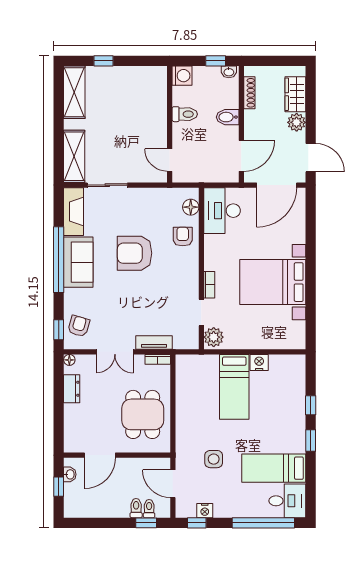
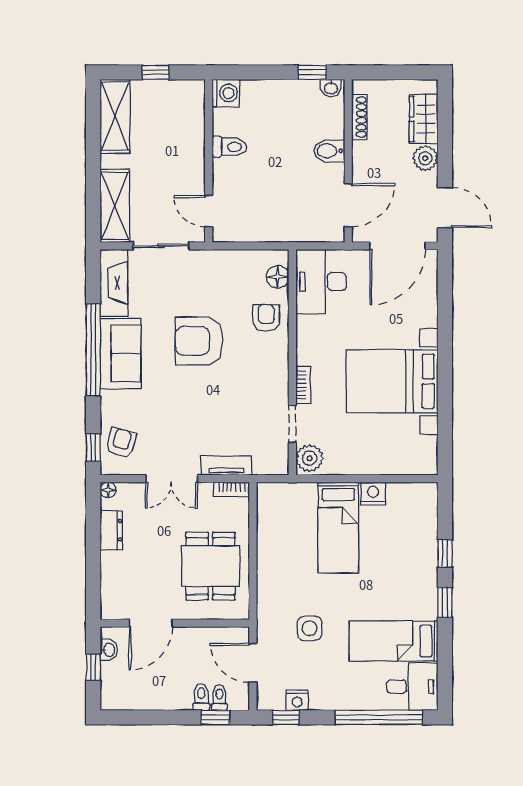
washing machine: (182, 76) -> (226, 93), moved
toilet: (185, 114) -> (230, 147), moved
wall: (170, 124) -> (209, 161), moved
door: (170, 160) -> (209, 211), moved

